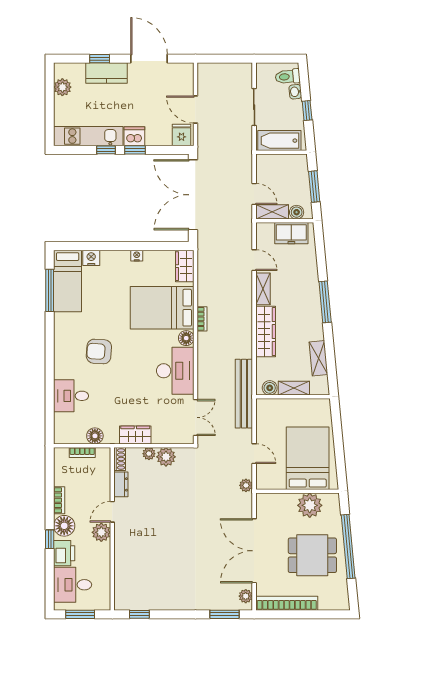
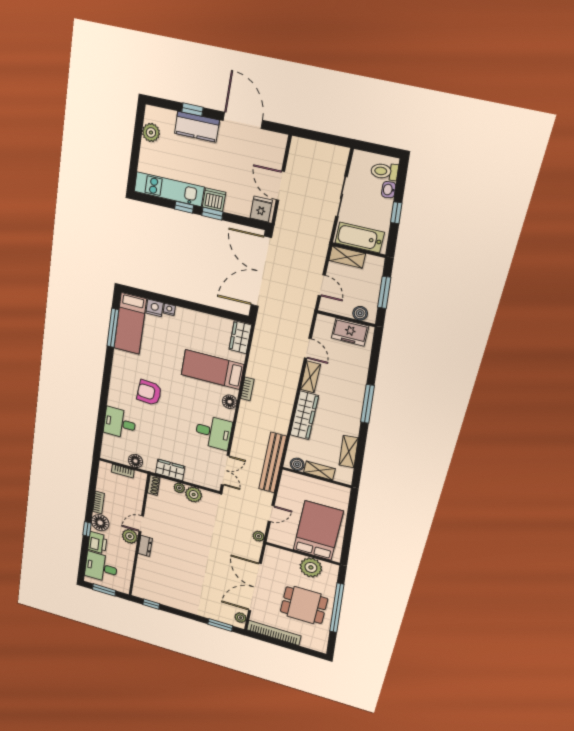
shelving: (272, 212) -> (347, 257), moved
nightstand: (137, 256) -> (169, 309), moved
bed: (162, 308) -> (212, 369), width x0.67
desk: (175, 371) -> (213, 432), width x0.73
door: (254, 454) -> (271, 514), hinge flipped
dresser: (121, 484) -> (145, 546), moved

